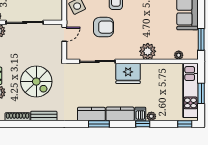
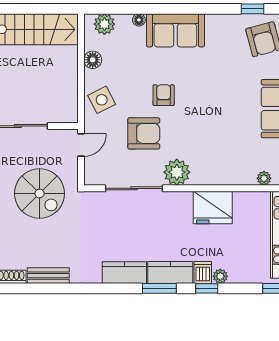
plant: (148, 51) -> (177, 172), moved
fridge: (128, 73) -> (213, 207), moved
spiral stairs: (36, 82) -> (40, 193), moved
window: (99, 124) -> (159, 288), moved

